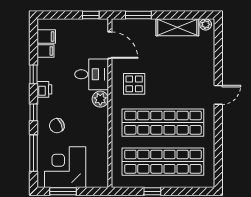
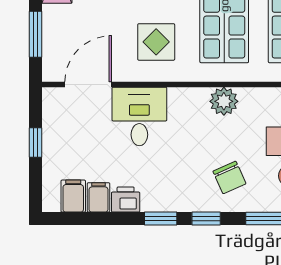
window: (91, 15) -> (35, 143), moved
window: (33, 74) -> (161, 219), moved
printer: (44, 89) -> (126, 199), moved
plant: (100, 99) -> (224, 101), moved

